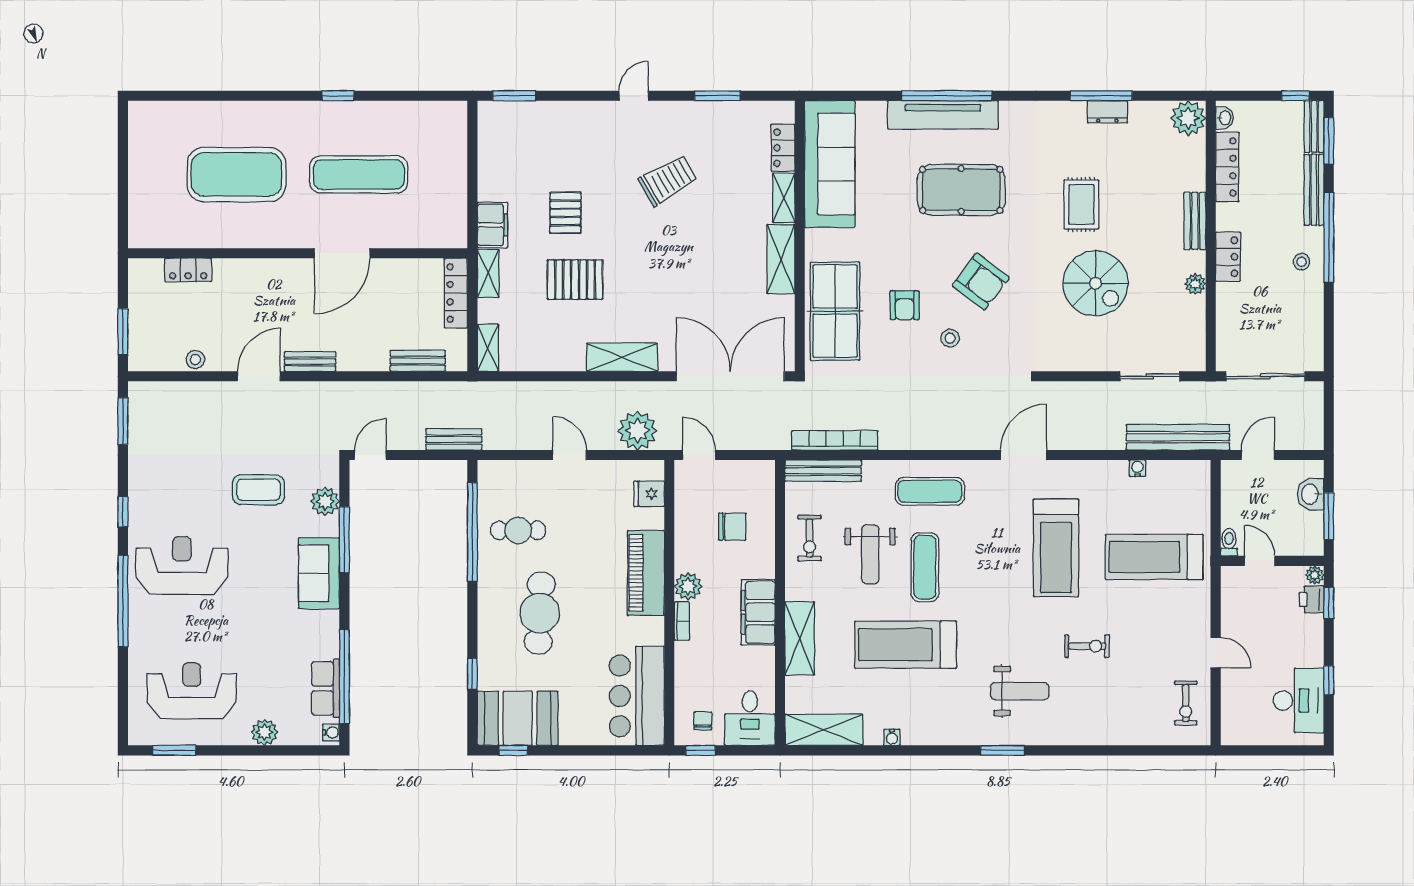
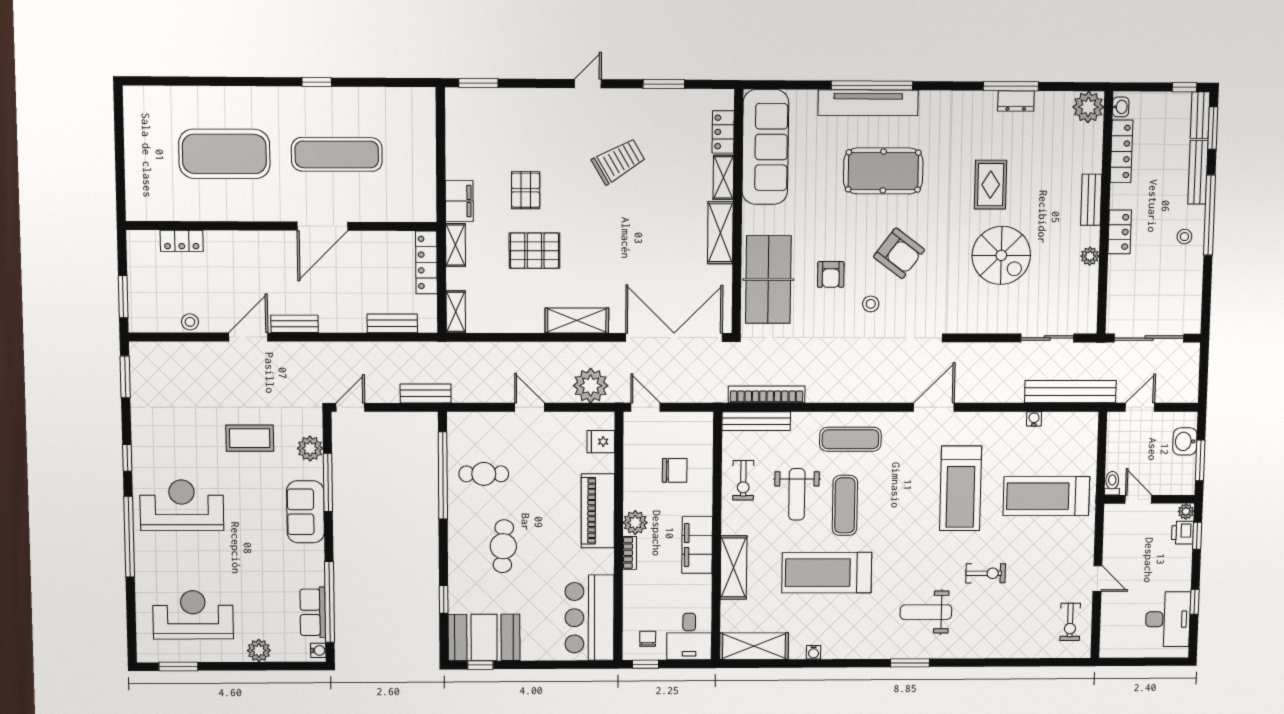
cafe table: (540, 613) -> (503, 546), width x0.73, depth x0.74
weight bench: (1020, 691) -> (926, 612), turned 180

